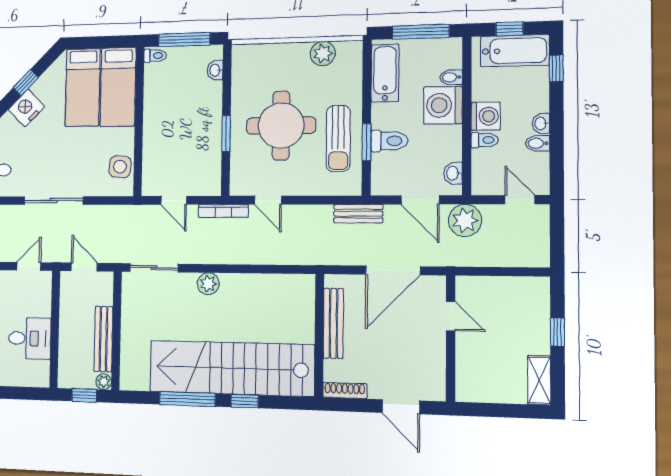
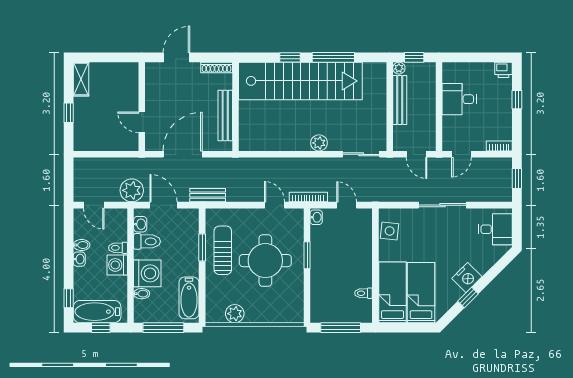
toilet: (155, 56) -> (363, 293), moved
washbasin: (215, 70) -> (316, 217), moved
toilet: (389, 141) -> (147, 241), moved, turned 180
door: (401, 407) -> (176, 57), hinge flipped

